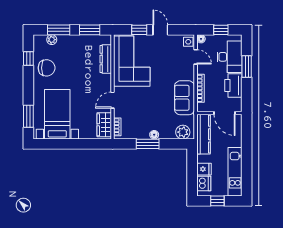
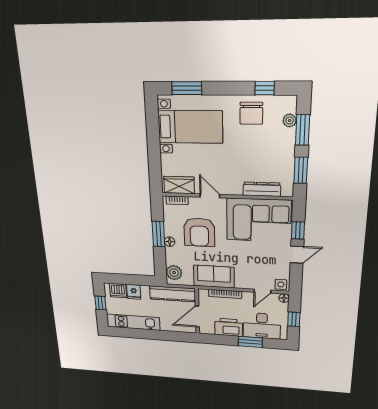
armchair: (144, 109) -> (199, 232), added

